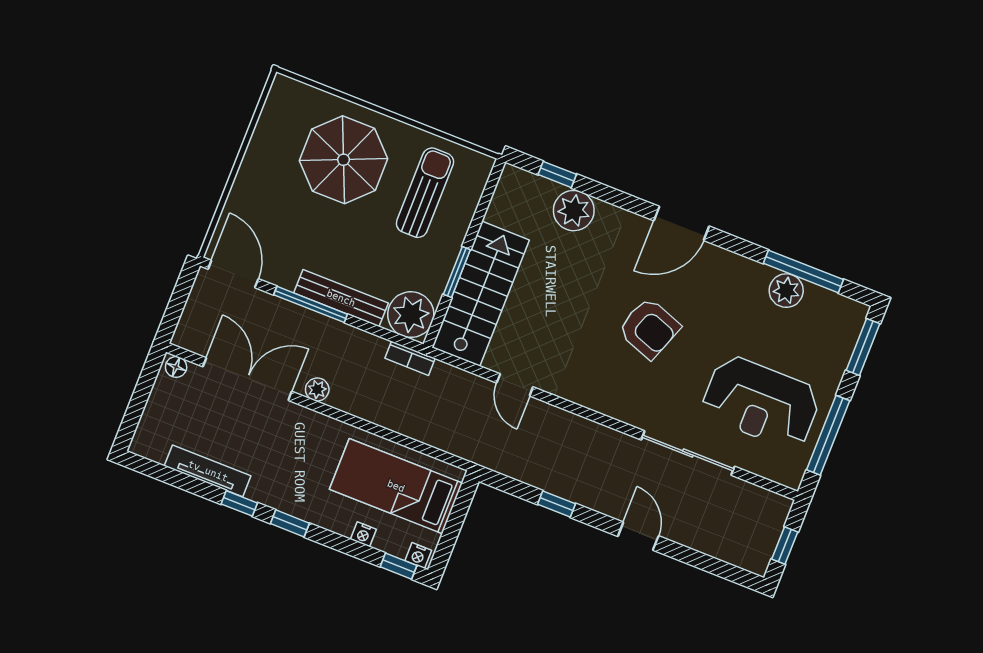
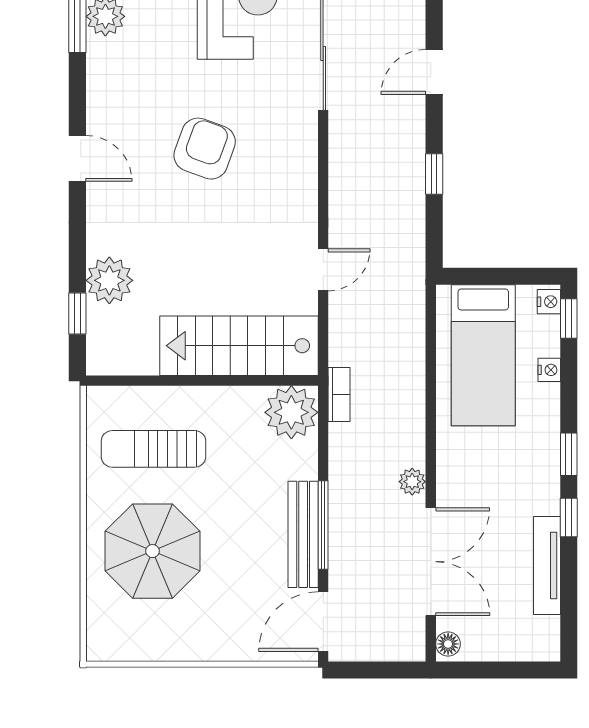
door: (681, 223) -> (77, 158), width x0.73
window: (457, 272) -> (226, 381), removed
bench: (341, 298) -> (303, 534), moved
double door: (247, 379) -> (431, 562), swing flipped

